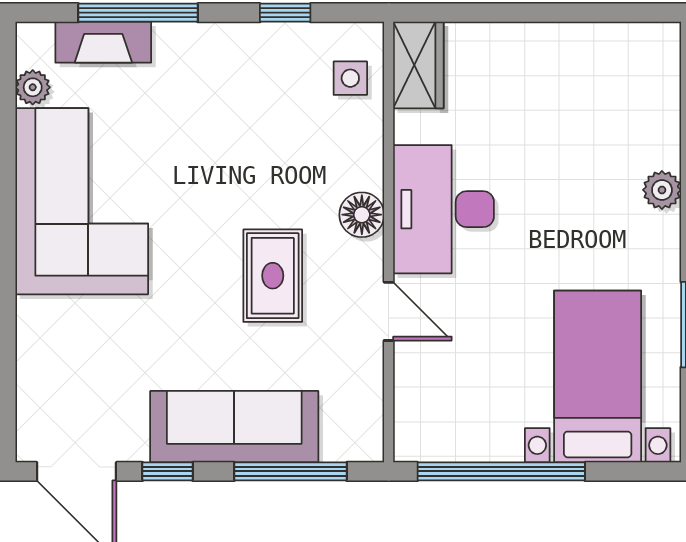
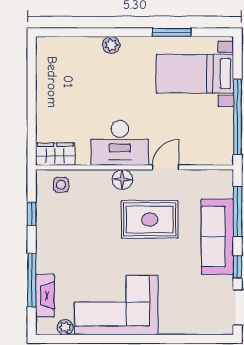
rug: (273, 276) -> (150, 219), width x1.36, depth x1.43

